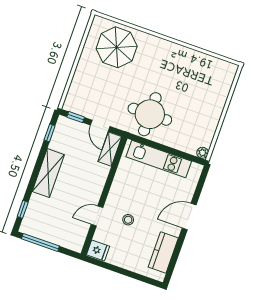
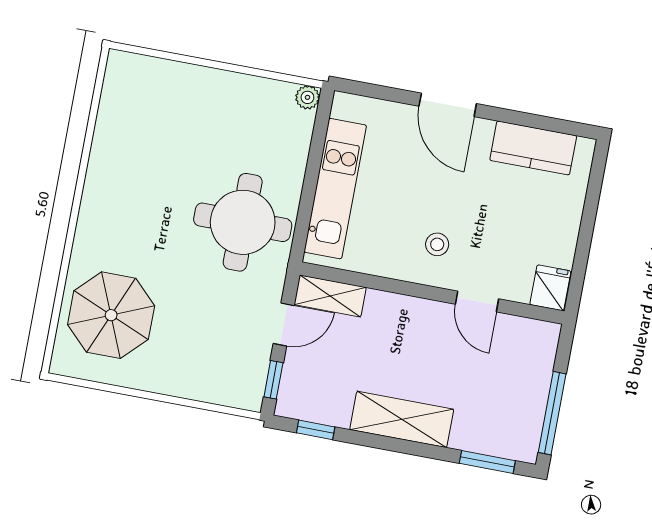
window: (23, 209) -> (487, 462), width x1.50
stool: (128, 220) -> (437, 244), moved

